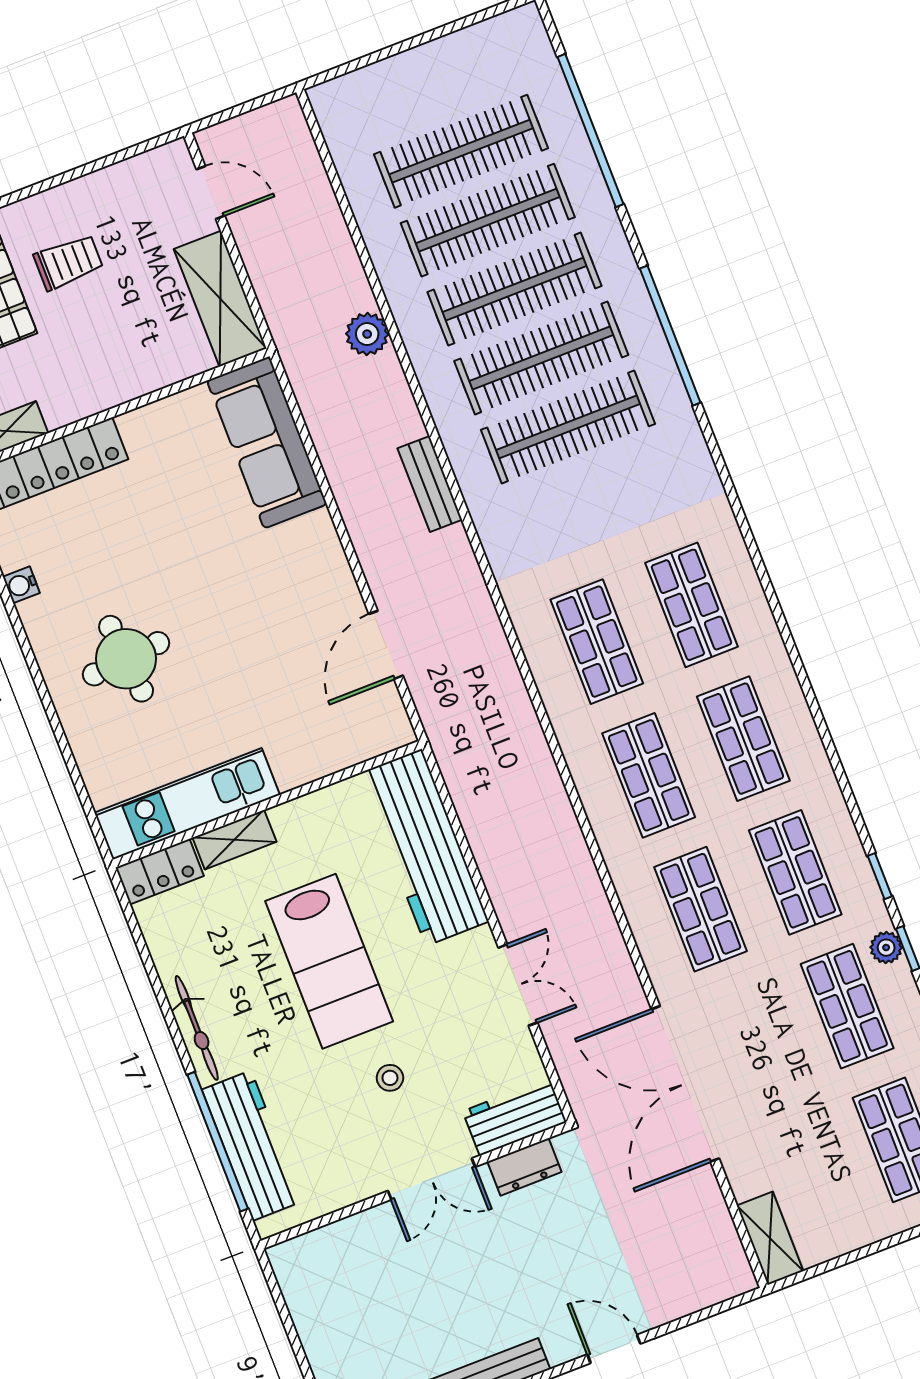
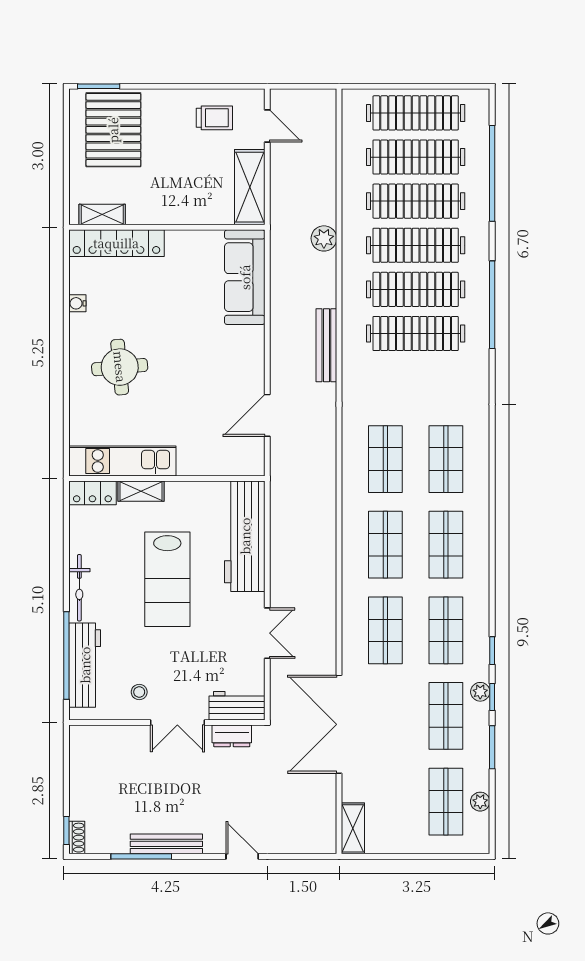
clothes rail: (434, 82) -> (416, 113), added
trolley: (68, 262) -> (214, 118), moved
bench: (430, 484) -> (326, 345), width x1.36
stool: (390, 1078) -> (139, 692), moved

